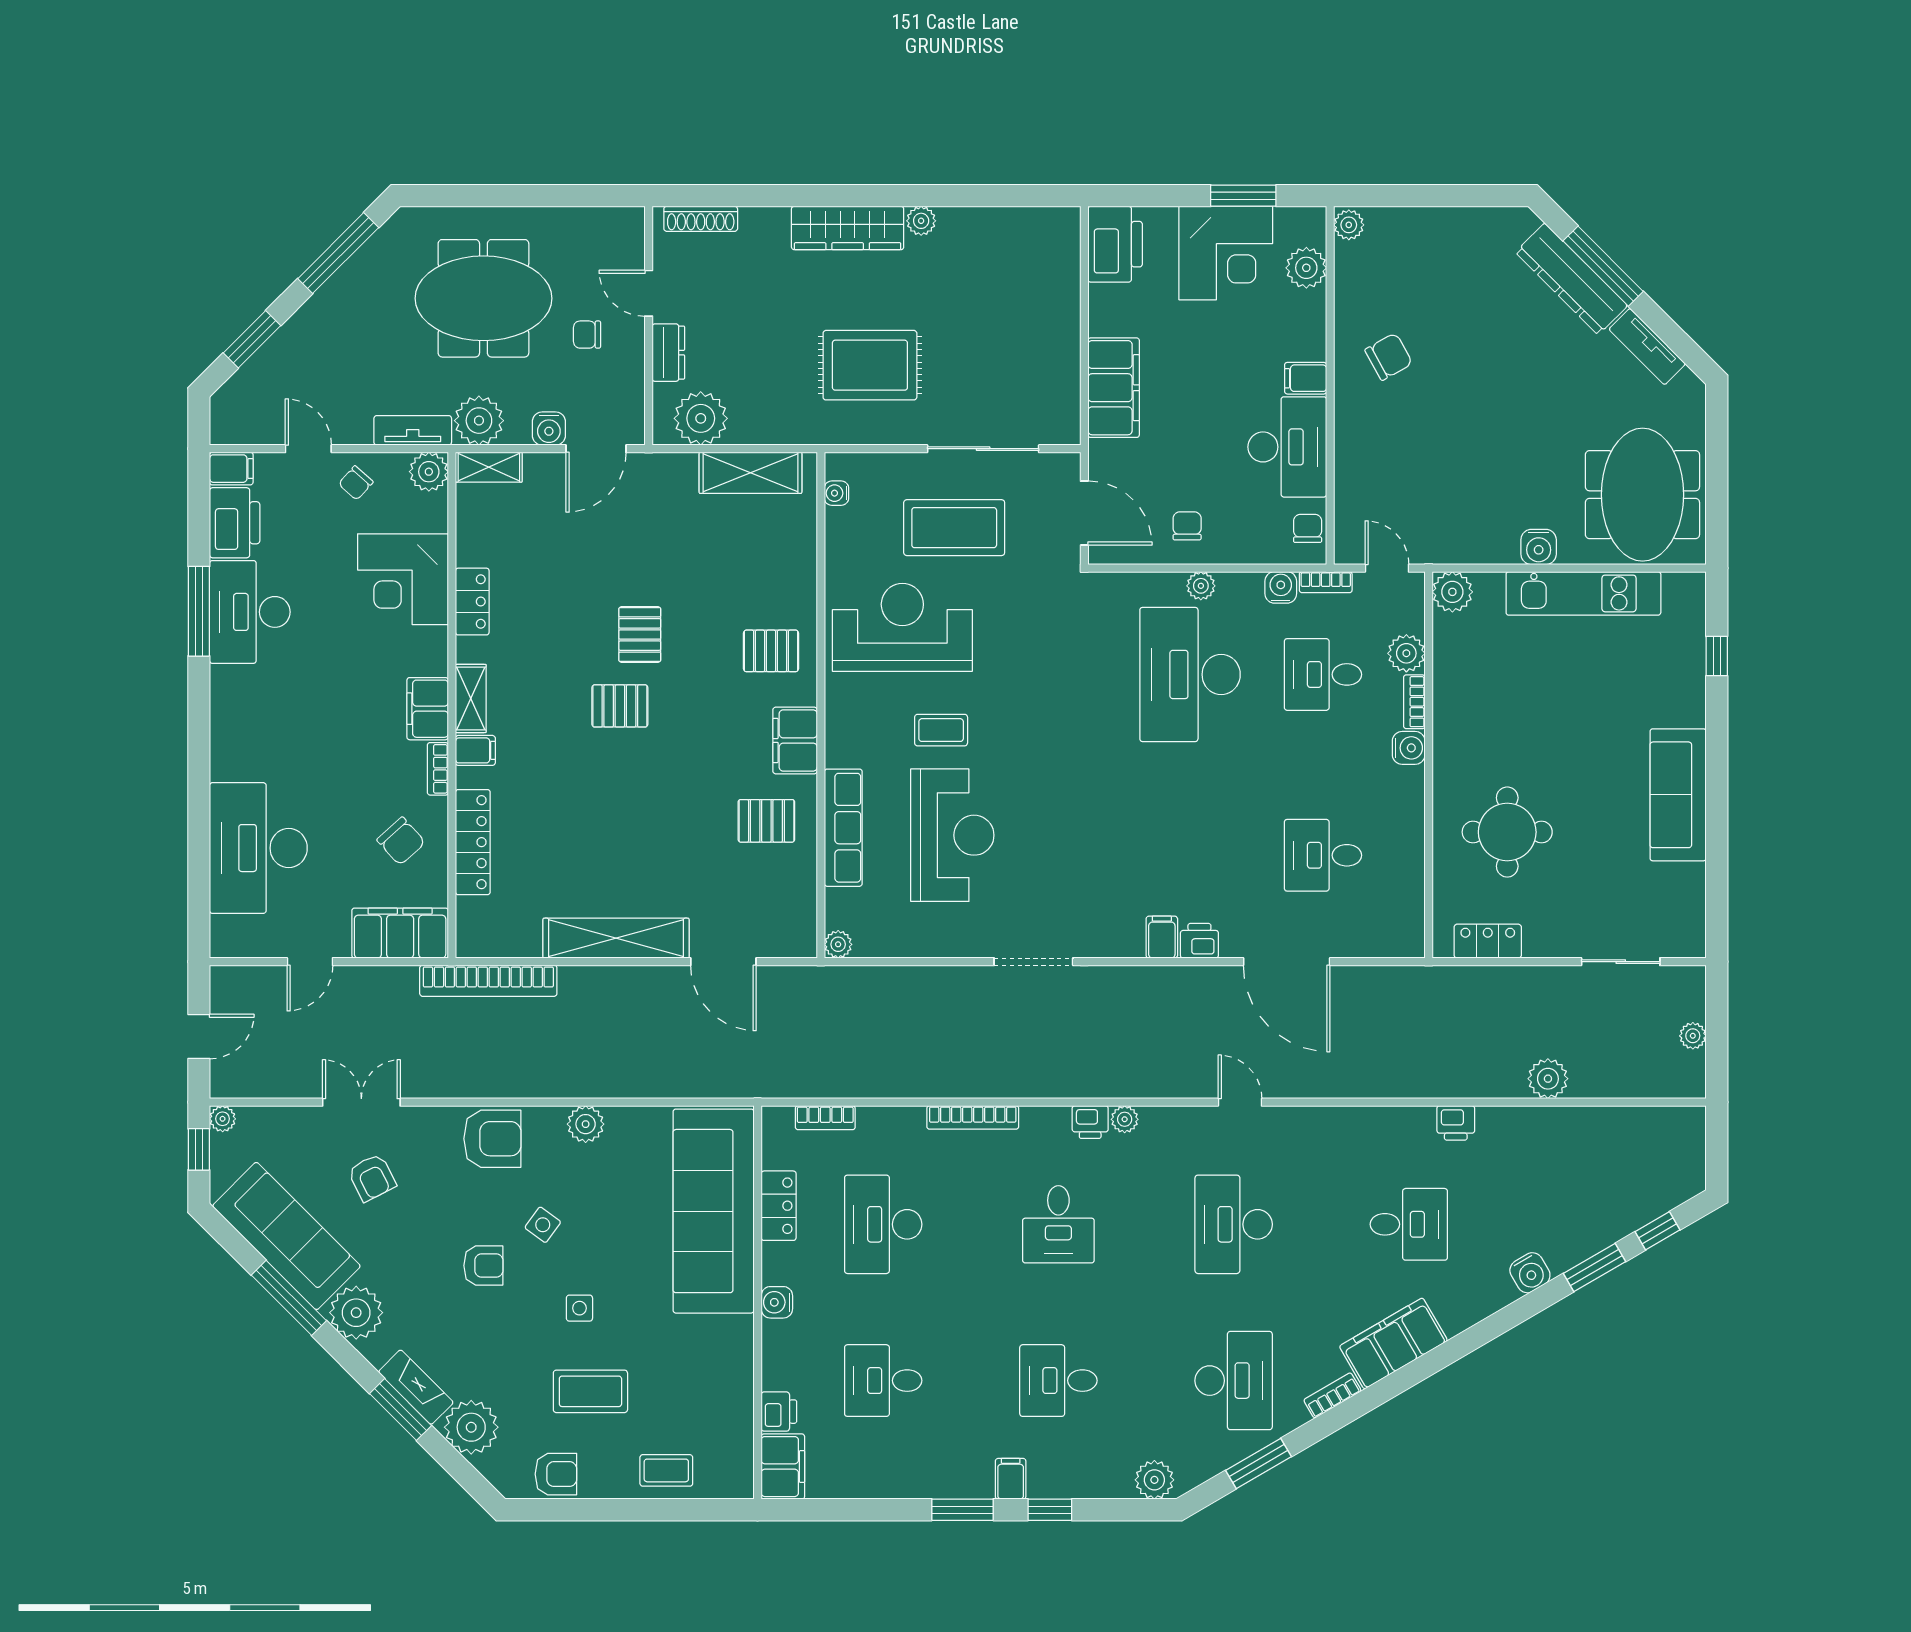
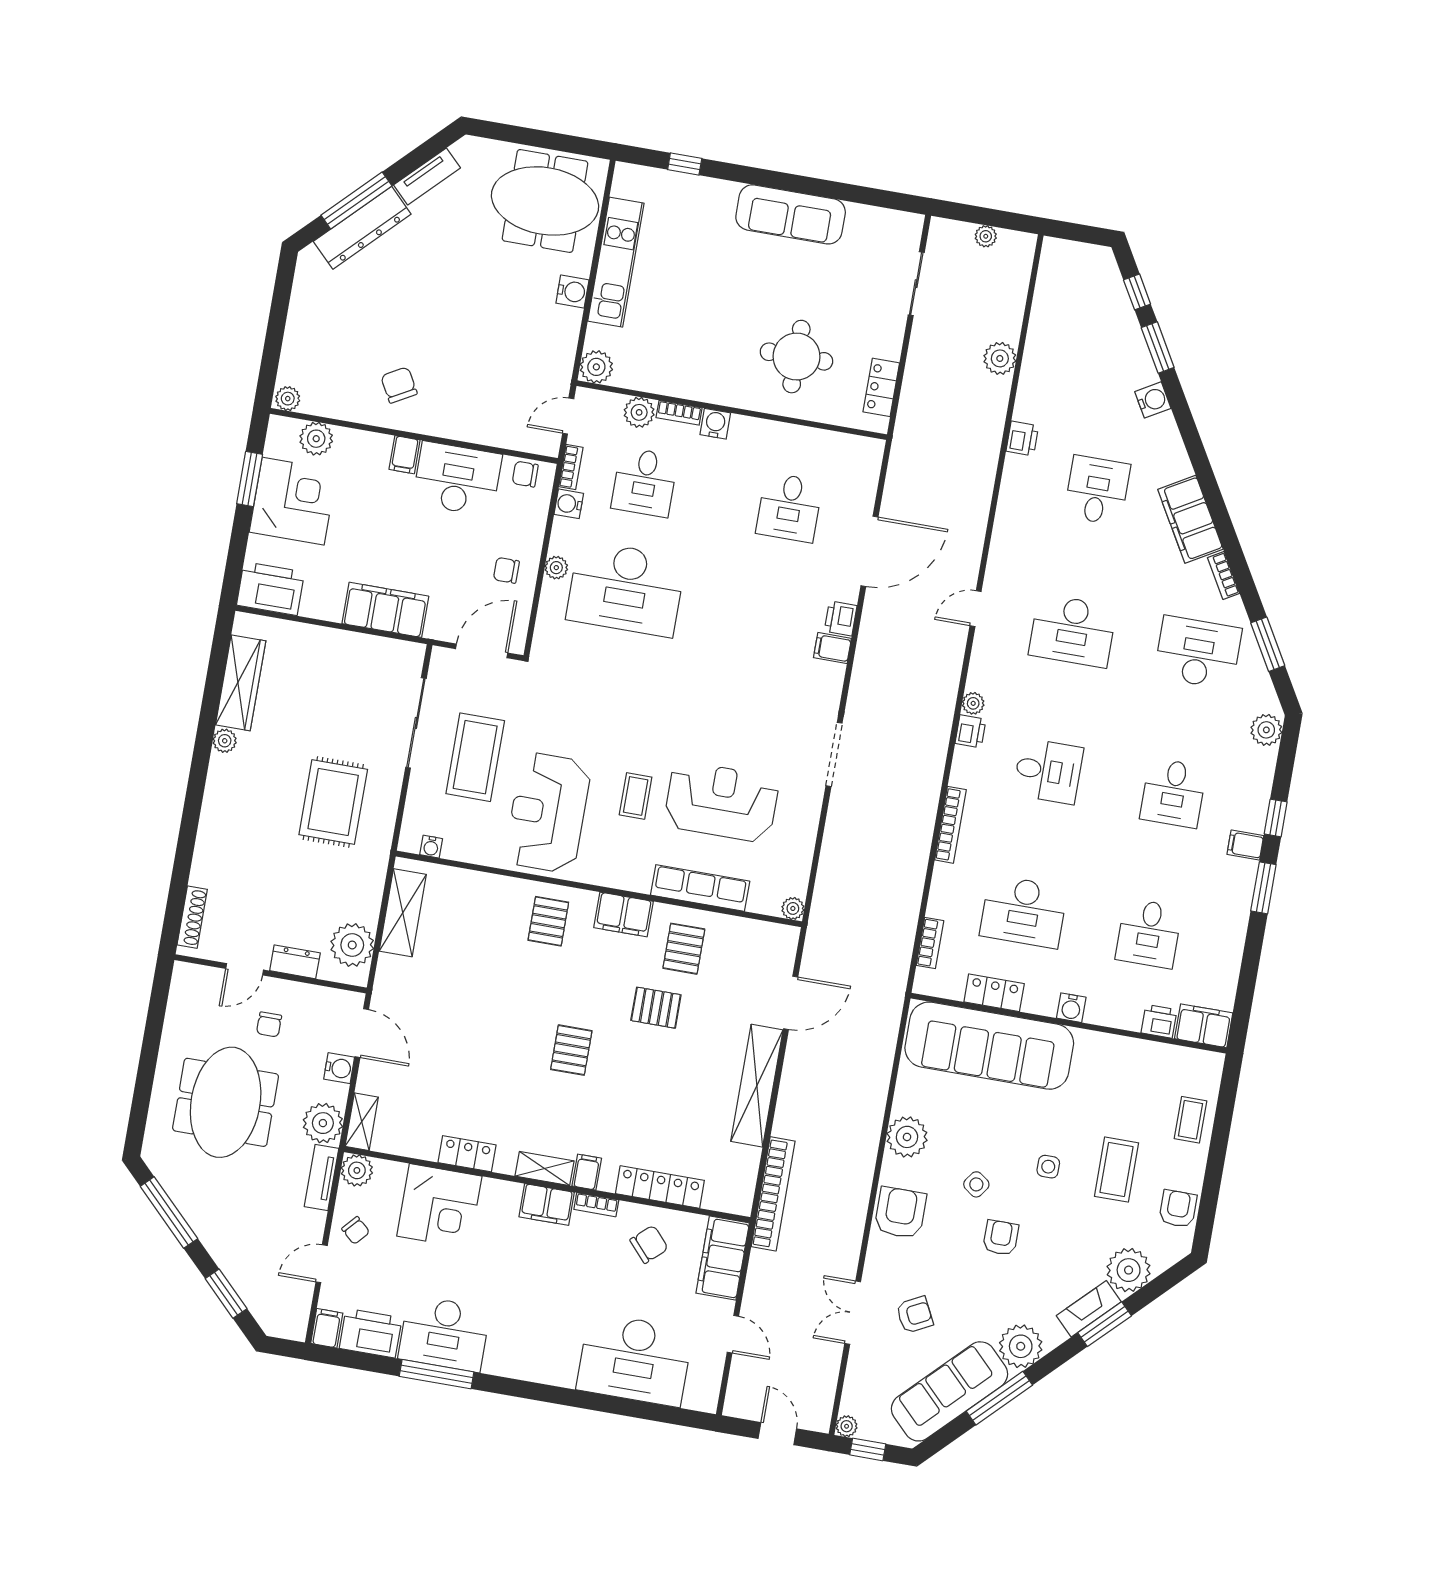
wardrobe: (848, 228) -> (241, 683), moved
pallet: (640, 634) -> (656, 1008), moved
plant: (586, 1124) -> (907, 1137), width x1.36, depth x1.36

